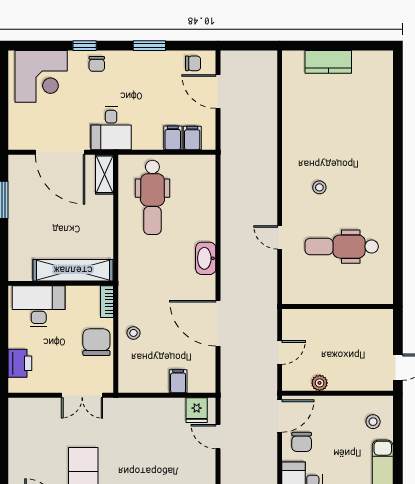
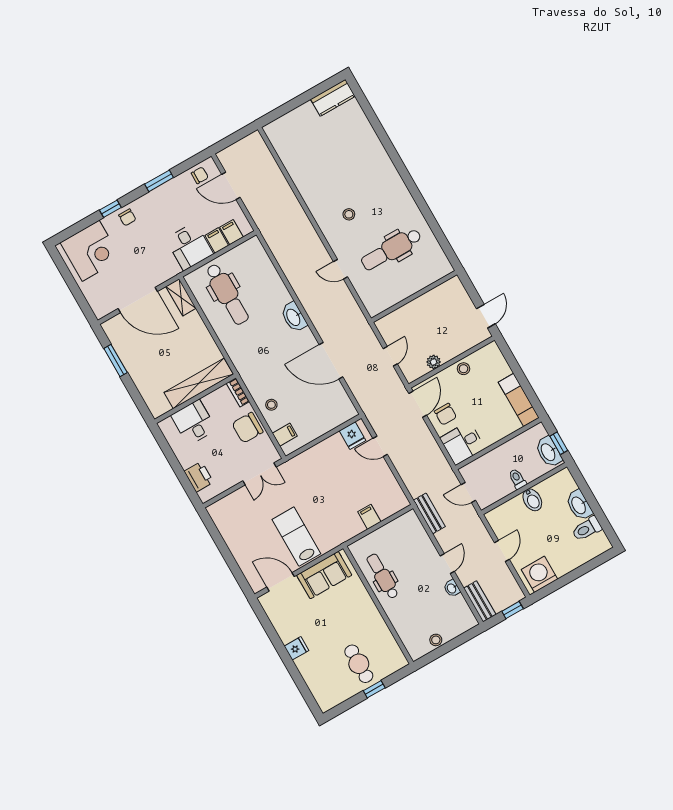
kitchen counter: (328, 62) -> (333, 98), moved
desk: (111, 128) -> (189, 246), moved
desk: (39, 306) -> (194, 422), width x0.73
chair: (96, 342) -> (247, 428), turned -90
filing cabinet: (178, 381) -> (285, 435), moved, turned 90
stool: (373, 422) -> (463, 369), moved

